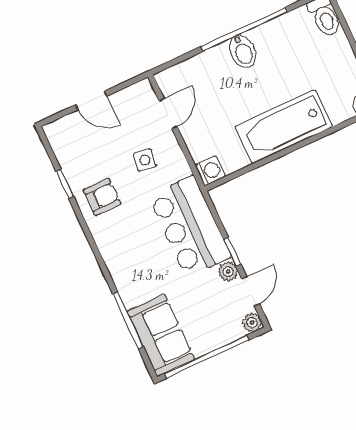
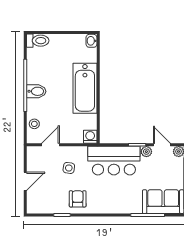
stool: (189, 72) -> (34, 124), added
door: (168, 114) -> (51, 145), hinge flipped

